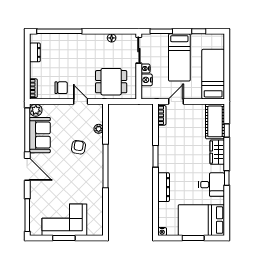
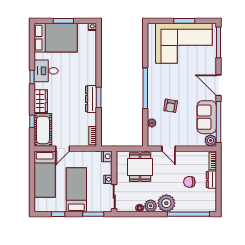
plant: (100, 40) -> (151, 206), added
plant: (83, 43) -> (166, 203), added
dresser: (35, 52) -> (211, 180), moved
nightstand: (147, 80) -> (107, 156), moved
dining table: (111, 82) -> (140, 167), turned 90
chair: (61, 88) -> (189, 182), moved
door: (176, 101) -> (63, 149), moved
dresser: (164, 187) -> (91, 99), moved
corner sofa: (64, 220) -> (184, 43), width x1.36, depth x1.36

